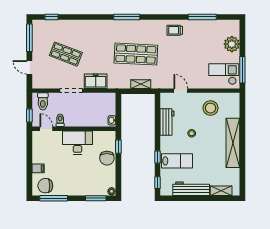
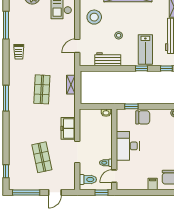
shop shelf: (66, 54) -> (42, 157), turned -33
shop shelf: (136, 54) -> (42, 89), width x0.70, depth x0.74
lab bench: (177, 161) -> (145, 50), turned 180

